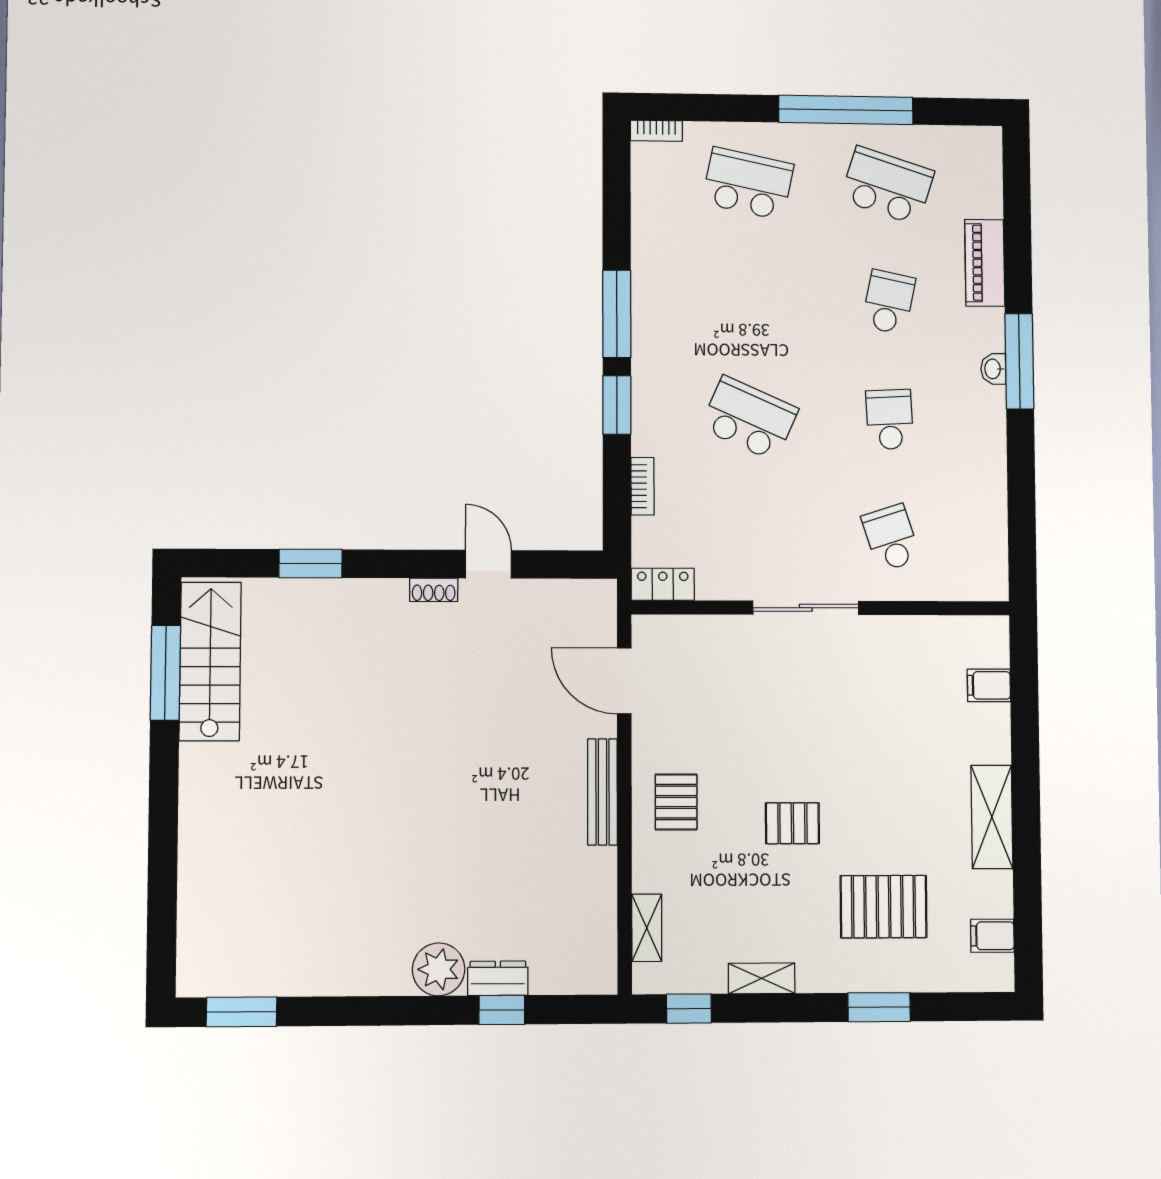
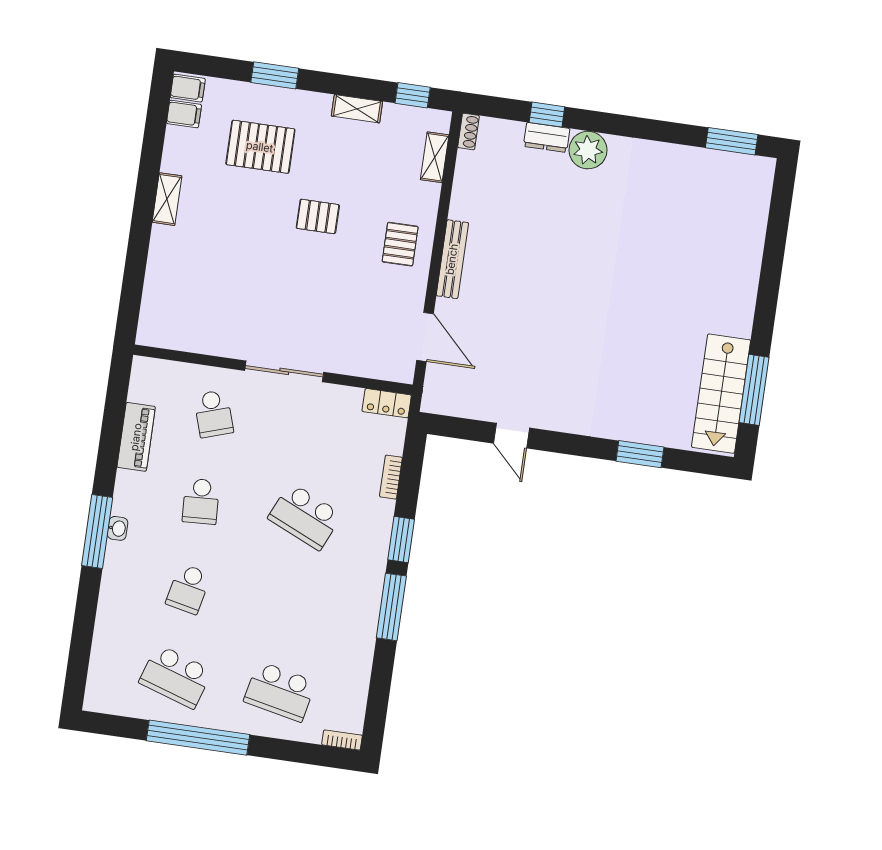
piano: (985, 263) -> (136, 437), moved
shoe rack: (434, 590) -> (468, 132), moved, turned 90
filing cabinet: (989, 685) -> (188, 88), moved
shelving: (992, 817) -> (167, 199), width x0.67, depth x0.75

